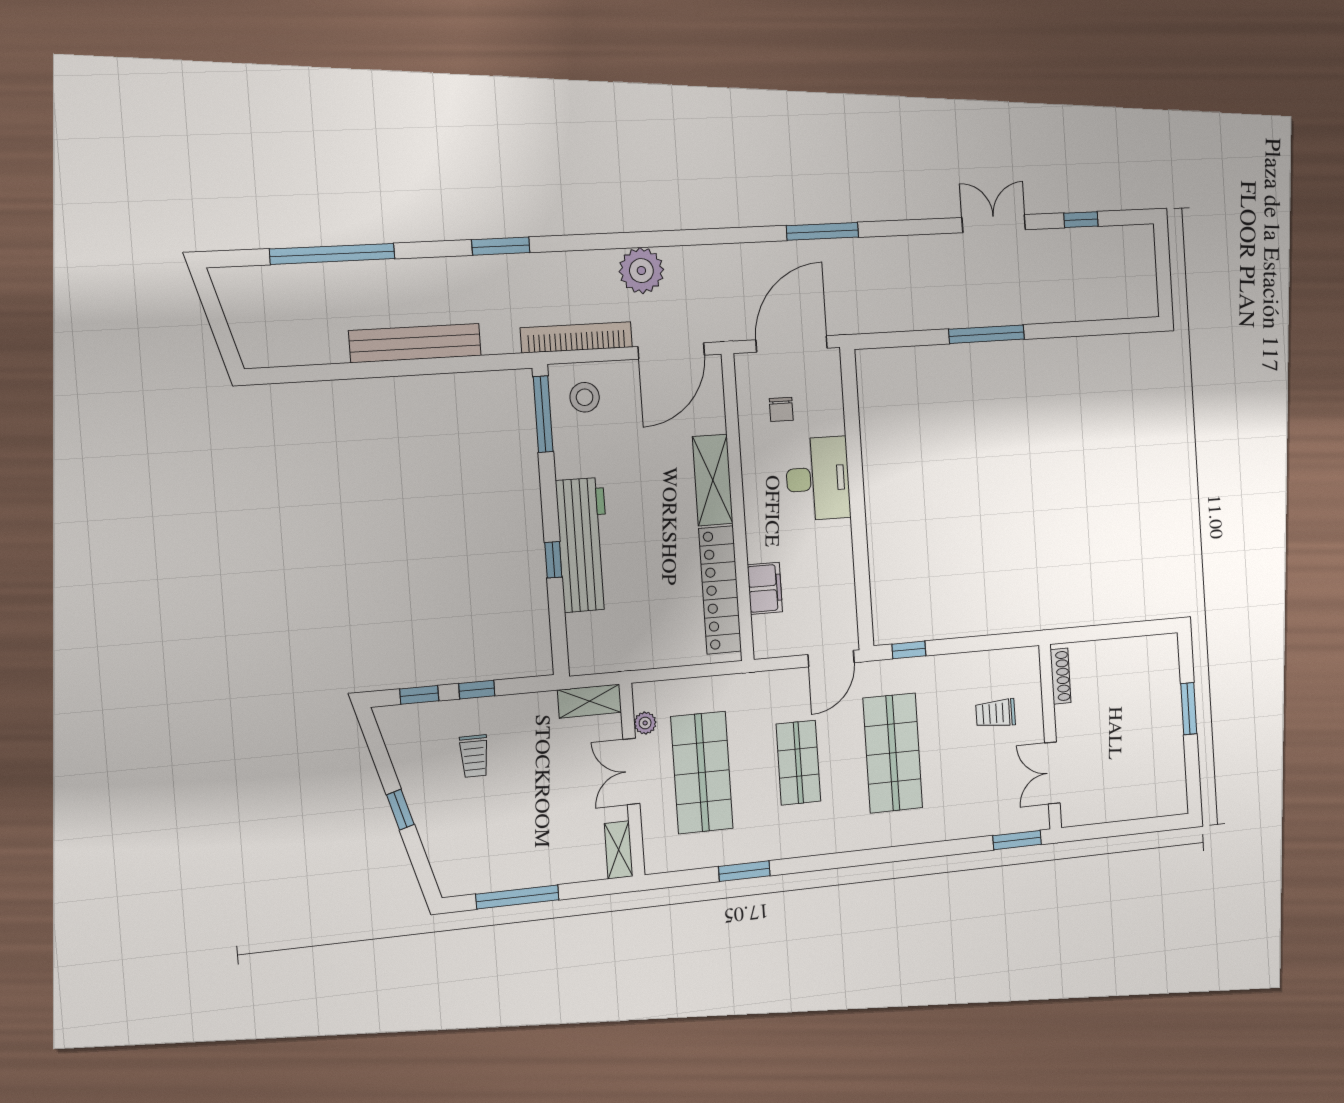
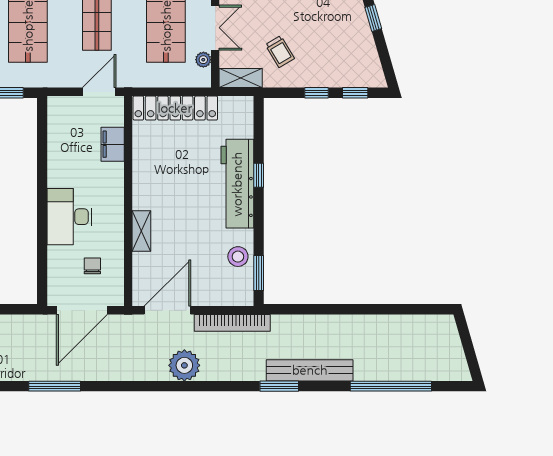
bench: (415, 343) -> (310, 370), moved
stool: (585, 397) -> (238, 257), moved
window: (543, 414) -> (259, 273), width x0.69
shelving: (713, 480) -> (141, 231), width x0.67, depth x0.75
locker: (720, 590) -> (175, 108), moved, turned 90
door: (831, 659) -> (99, 92), moved
trolley: (474, 756) -> (280, 52), moved, turned 149

